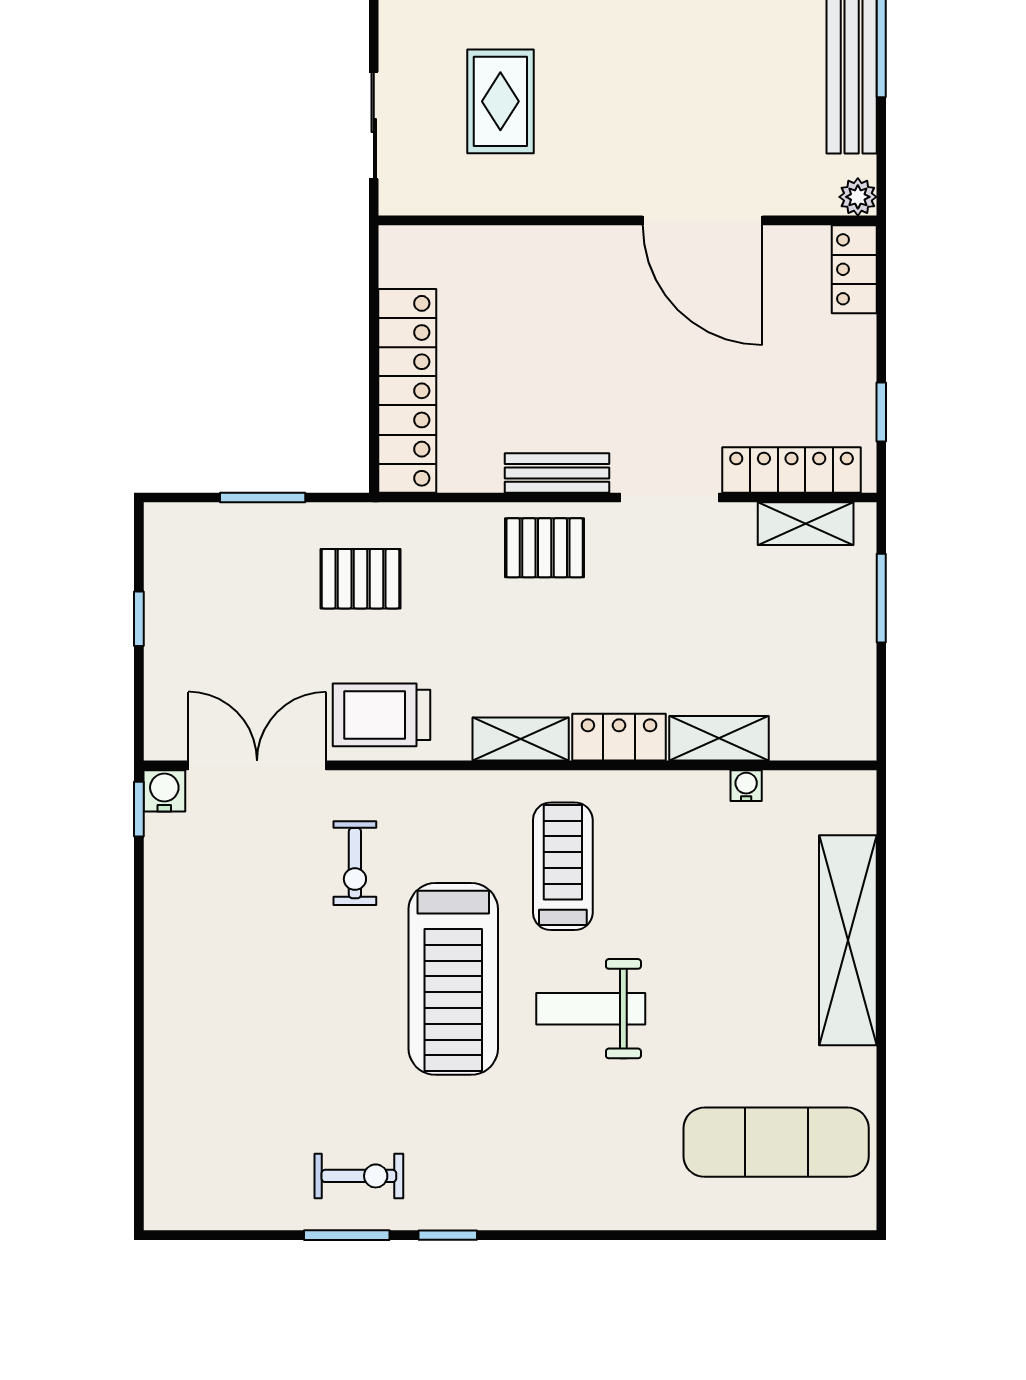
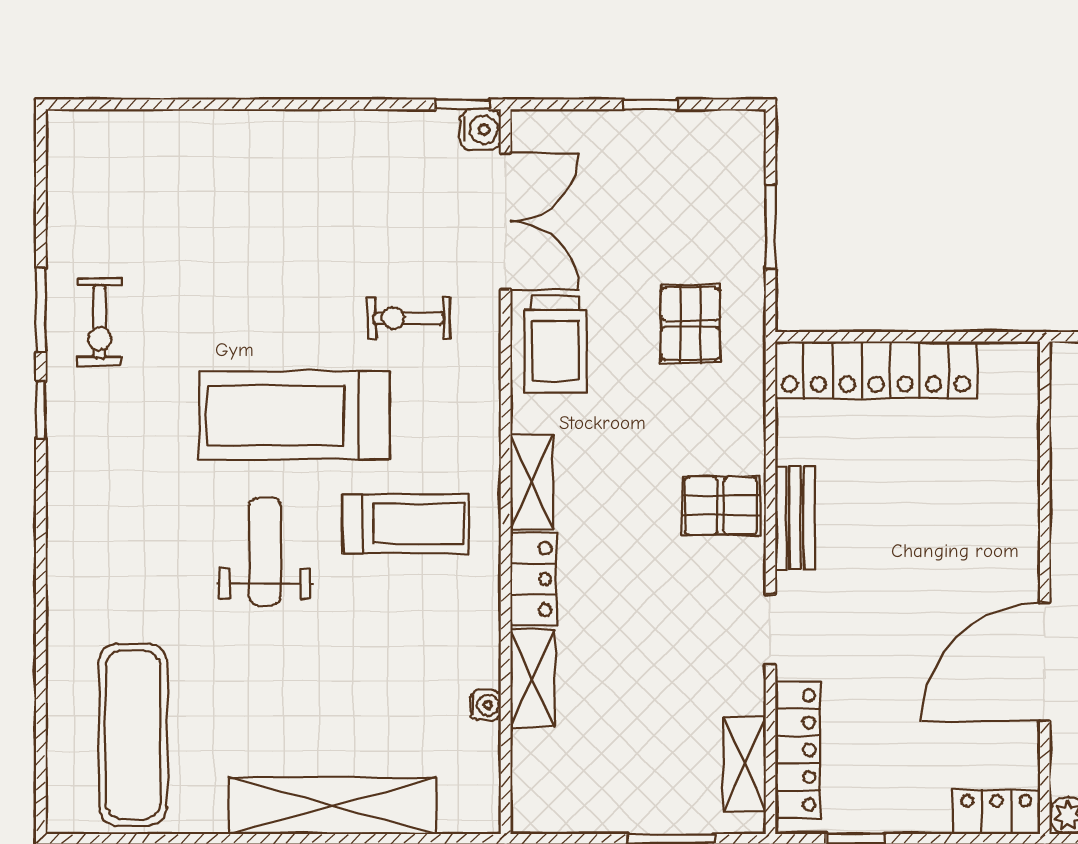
doorway: (670, 498) -> (771, 629), width x0.73
pallet: (545, 548) -> (721, 506), turned 90
trolley: (381, 715) -> (556, 344), turned 180

